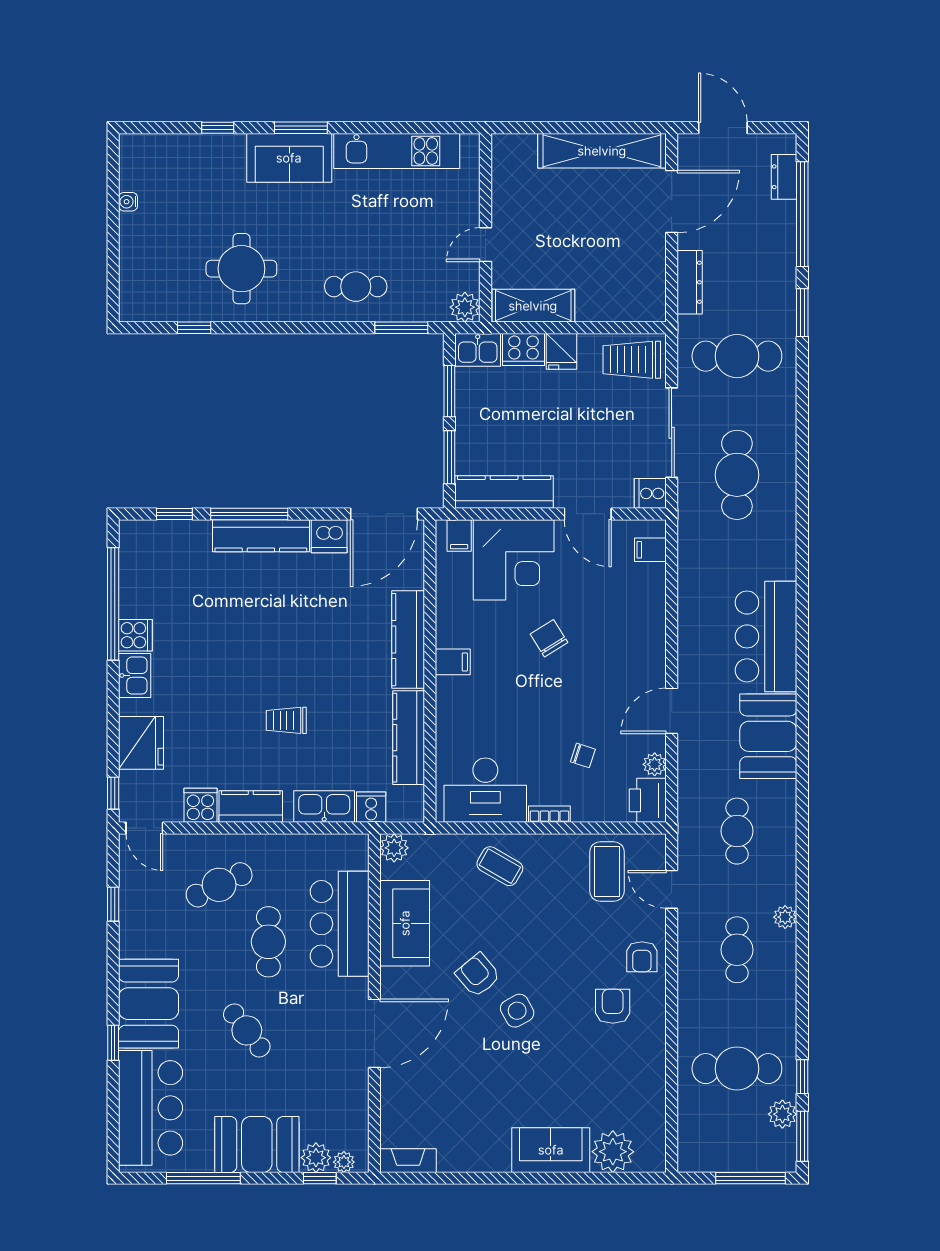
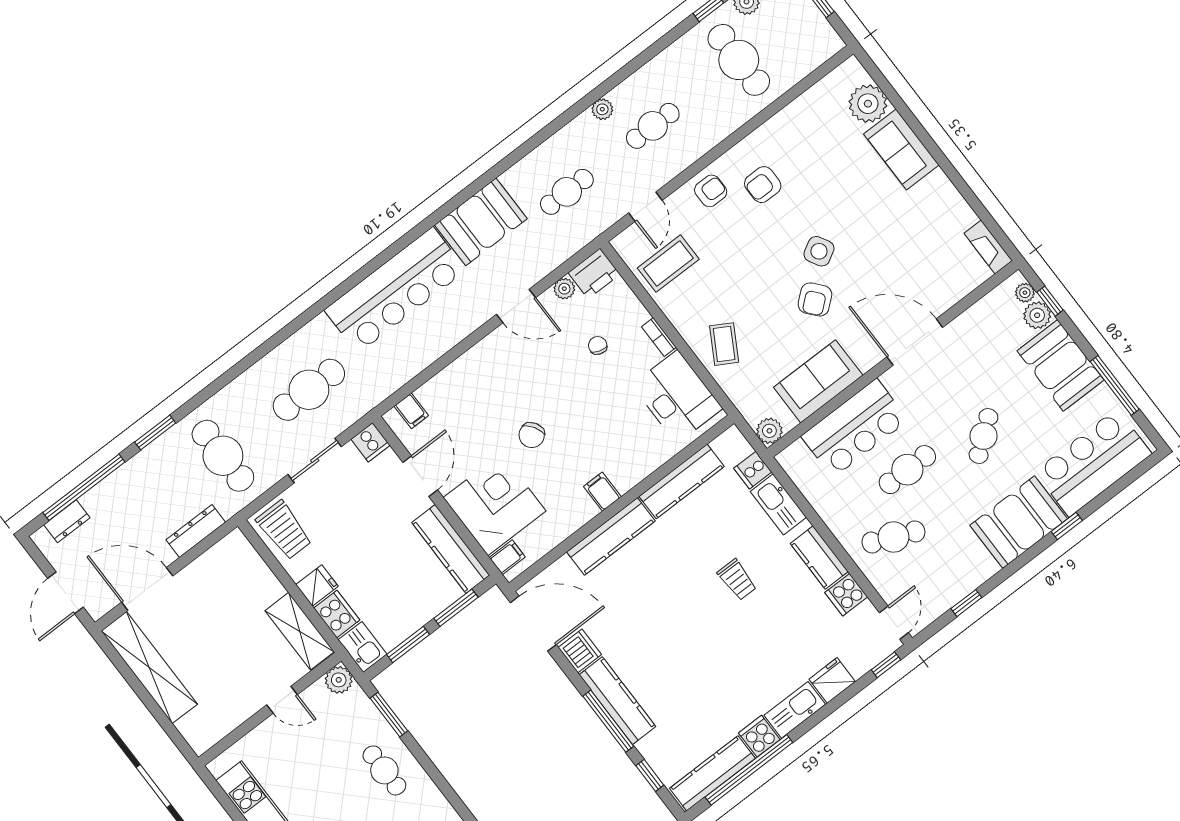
sliding door: (672, 433) -> (315, 460), width x0.73
kitchen counter: (134, 570) -> (712, 773), added
bar counter: (766, 636) -> (395, 290), width x1.36
kitchen sink: (135, 675) -> (795, 710), width x1.38
fridge: (141, 743) -> (832, 680), width x0.73, depth x0.75
cafe table: (219, 885) -> (893, 537), turned -41

